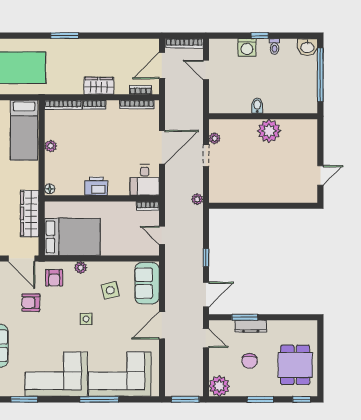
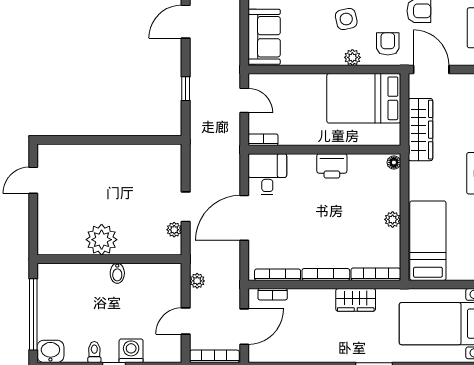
door: (206, 70) -> (186, 321), swing flipped
wardrobe: (99, 86) -> (356, 300), moved
bookcase: (94, 105) -> (326, 275), width x1.56
plant: (197, 199) -> (197, 281), moved
window: (206, 258) -> (186, 89), moved
side table: (110, 290) -> (346, 19), moved

